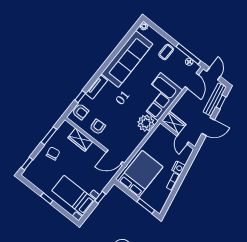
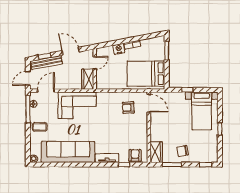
plant: (146, 123) -> (105, 100), removed
armchair: (98, 127) -> (128, 108), moved
wardrobe: (80, 140) -> (156, 152), moved

